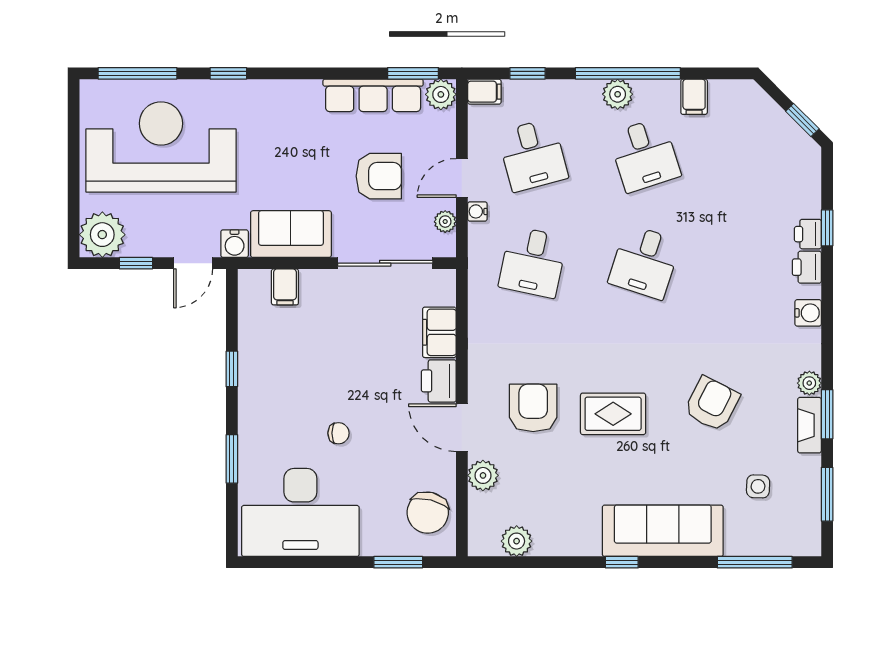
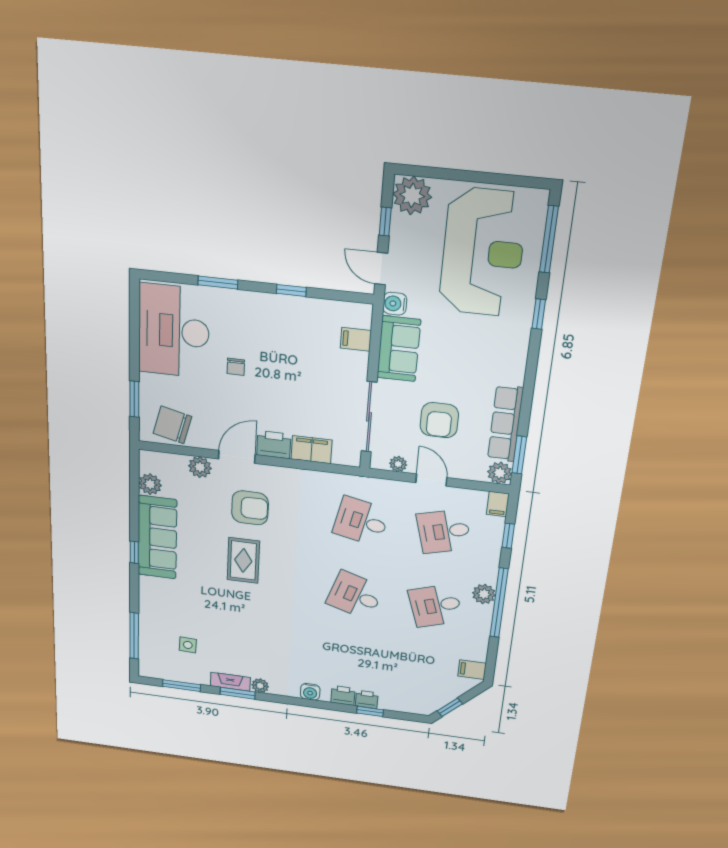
filing cabinet: (694, 97) -> (472, 670), moved
water cooler: (477, 211) -> (404, 488), removed
armchair: (712, 404) -> (248, 624), removed
sofa: (663, 531) -> (157, 537), moved

